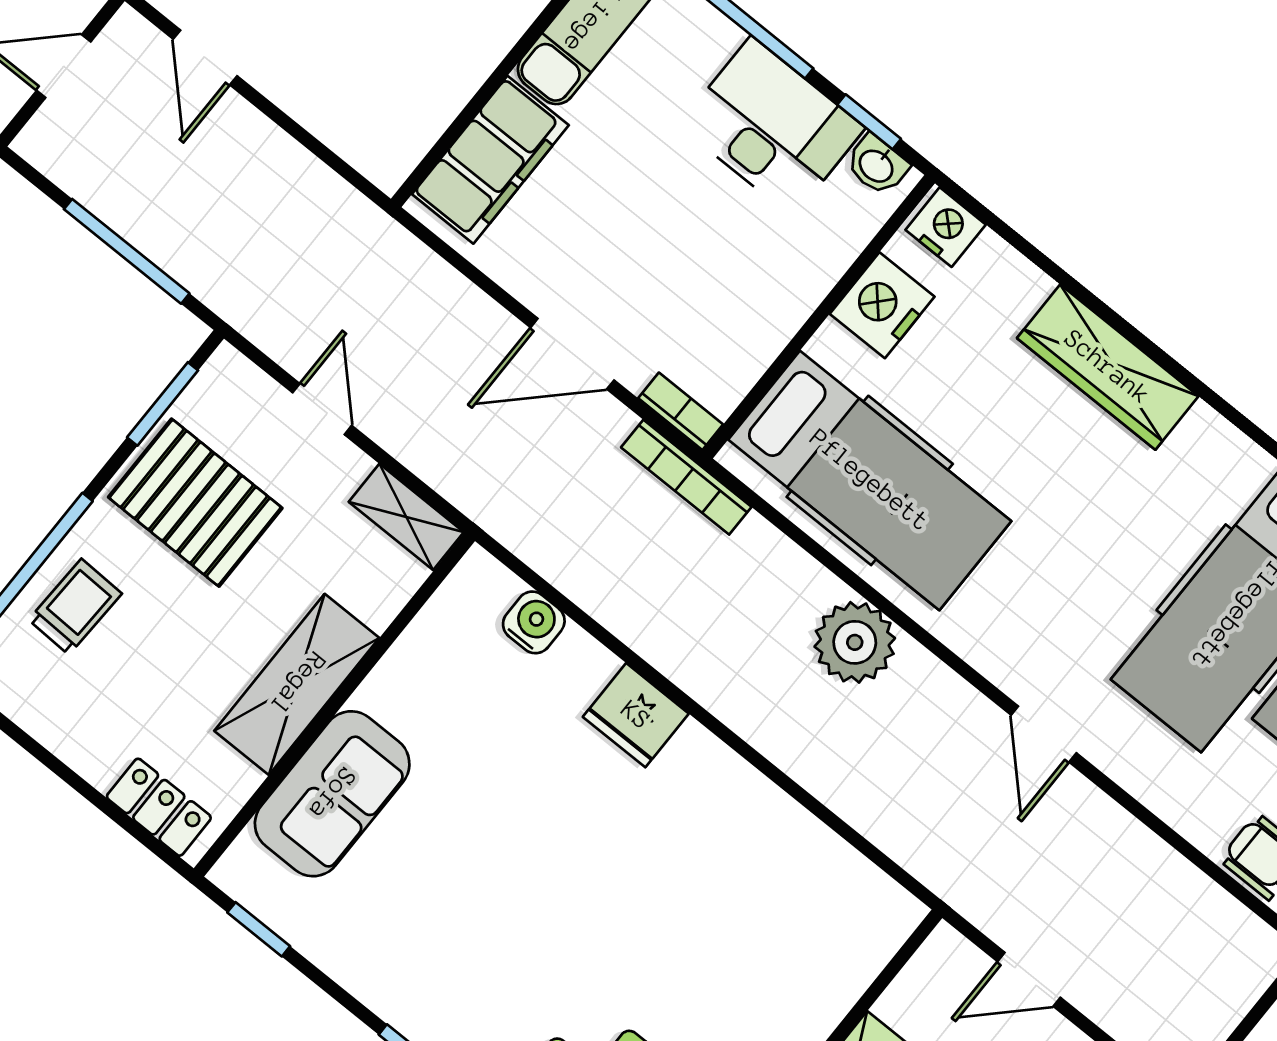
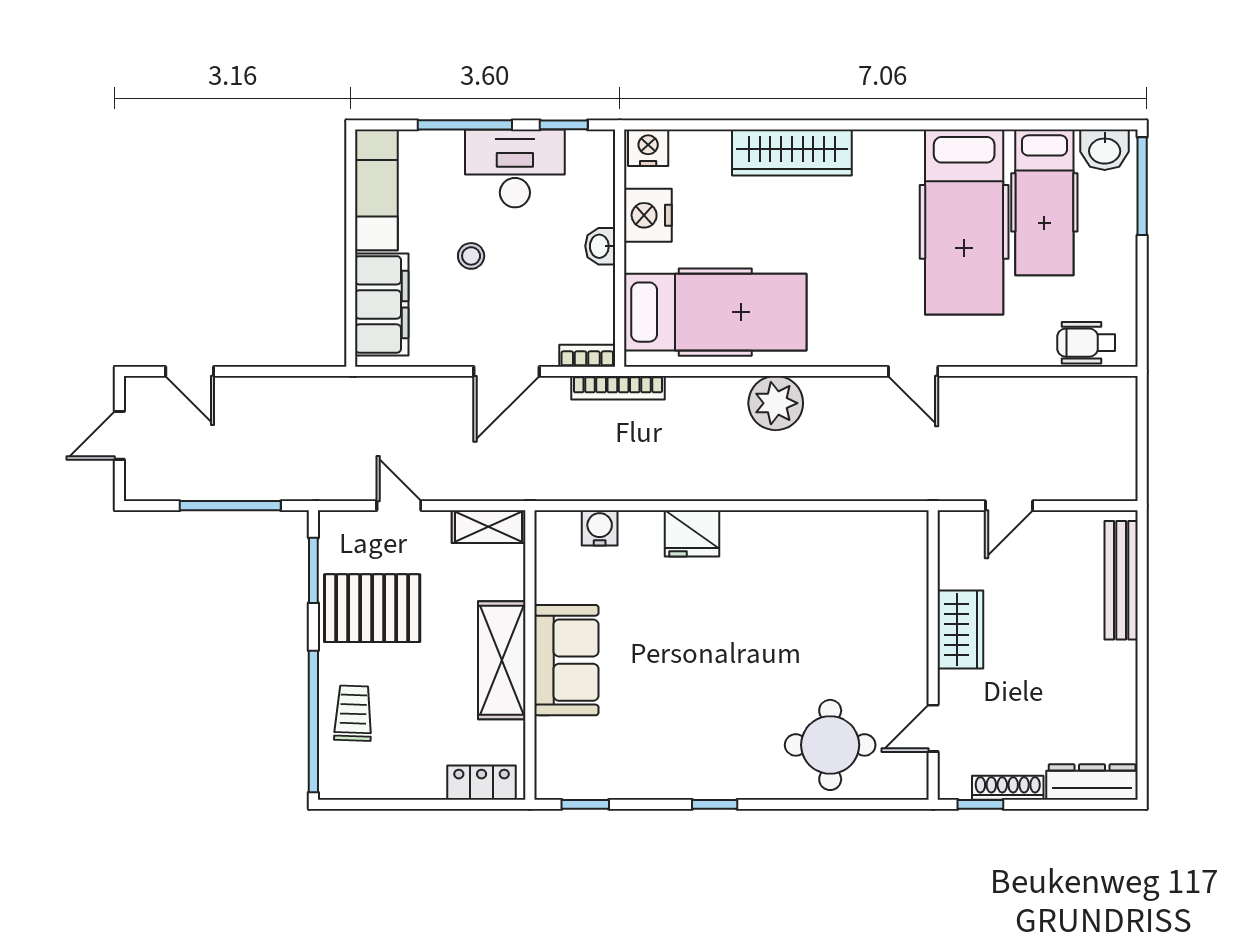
washbasin: (877, 165) -> (600, 246), moved, turned 90
stool: (639, 187) -> (471, 256), added
sofa: (332, 794) -> (566, 660), moved

